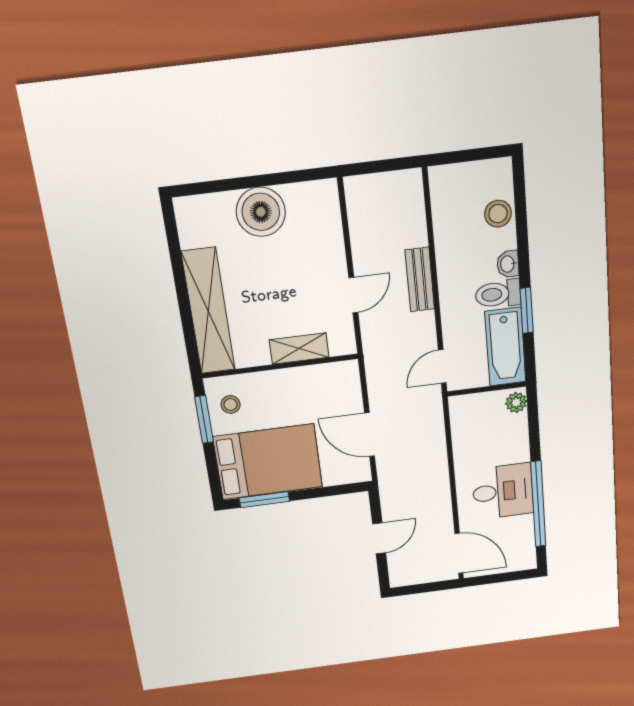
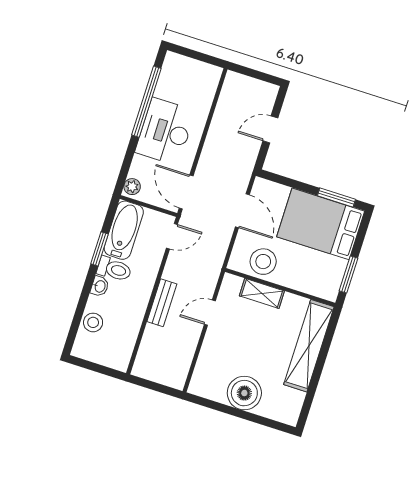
stool: (231, 405) -> (263, 262), moved, width x1.89, depth x1.89
desk: (503, 491) -> (165, 131), width x1.37
door: (459, 553) -> (186, 192), moved

